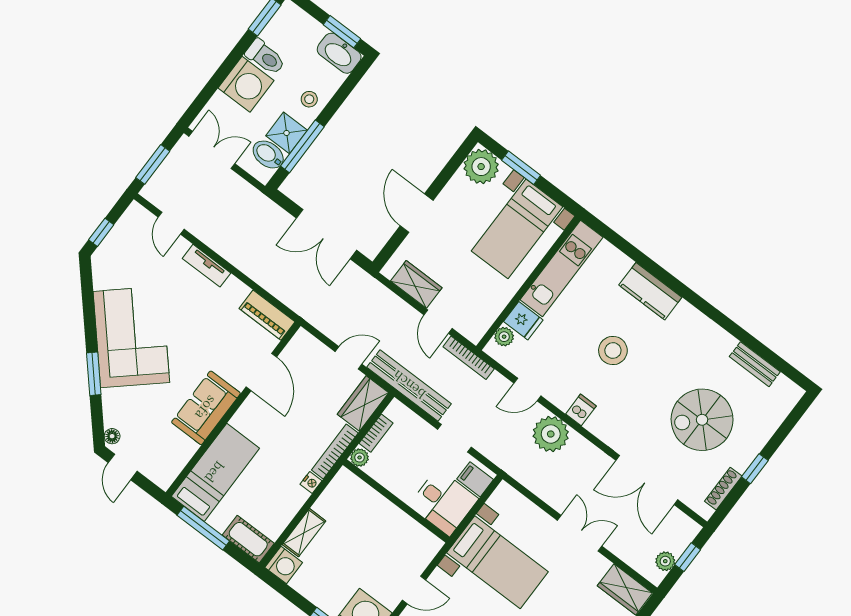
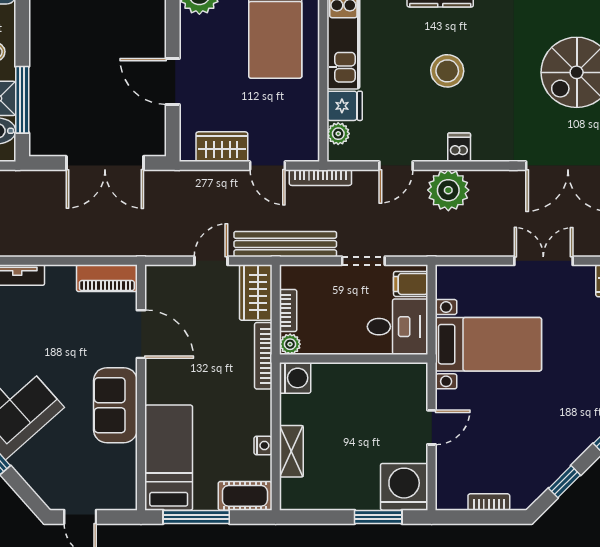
floor lamp: (112, 436) -> (49, 496), removed
nightstand: (311, 482) -> (263, 445), moved
washing machine: (284, 565) -> (295, 378), moved

